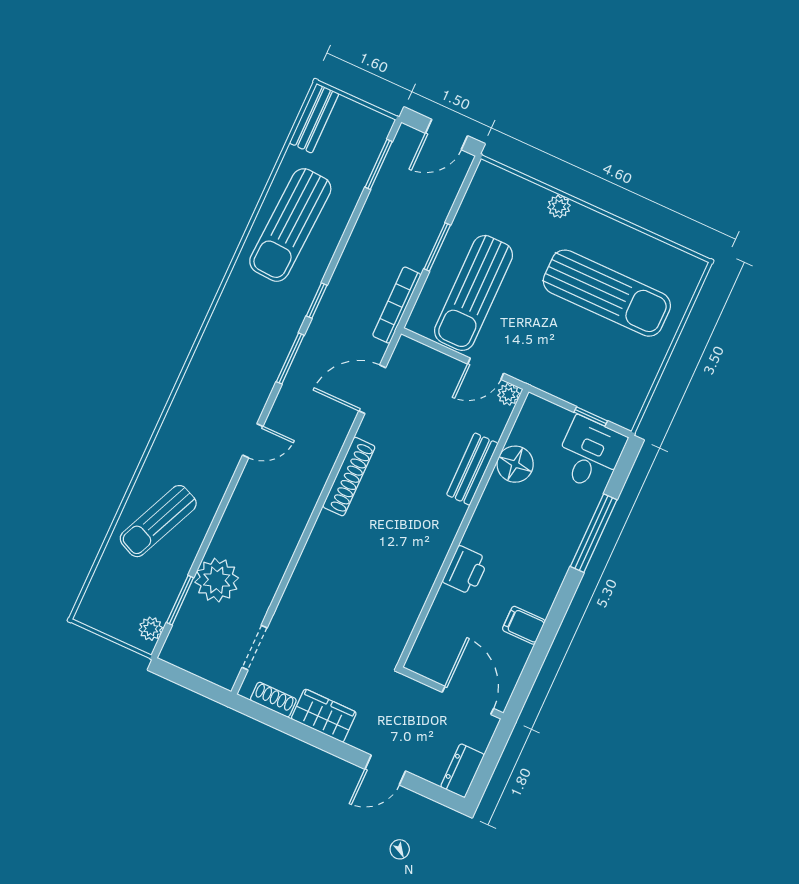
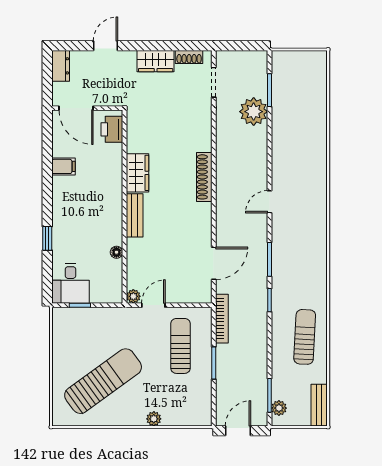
sun lounger: (290, 225) -> (305, 337), width x0.73, depth x0.75
sun lounger: (473, 293) -> (180, 346), width x0.73, depth x0.75
sun lounger: (607, 293) -> (103, 381), turned 144
floor lamp: (515, 464) -> (116, 252), width x0.53, depth x0.53
bench: (472, 469) -> (135, 215), moved
shoe rack: (349, 477) -> (204, 177), moved
sun lounger: (158, 521) -> (303, 130), removed
window: (594, 533) -> (47, 238), width x0.46
wardrobe: (422, 568) -> (137, 173), added
printer: (465, 570) -> (112, 129), moved
plant: (151, 629) -> (279, 408), moved

